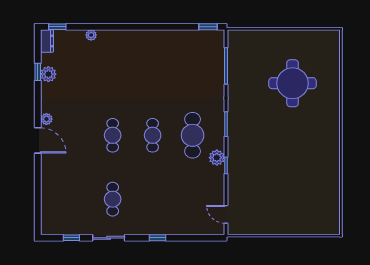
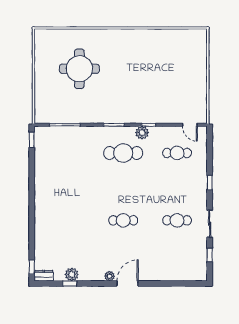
plant: (91, 35) -> (39, 238), removed
cafe table: (153, 135) -> (177, 153), moved
door: (226, 214) -> (190, 125), hinge flipped

